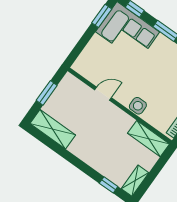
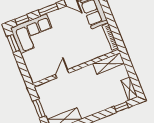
side table: (138, 106) -> (84, 57), removed

